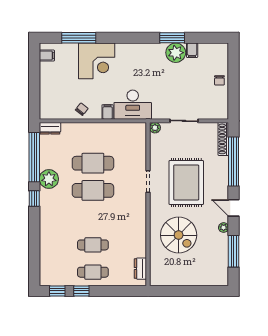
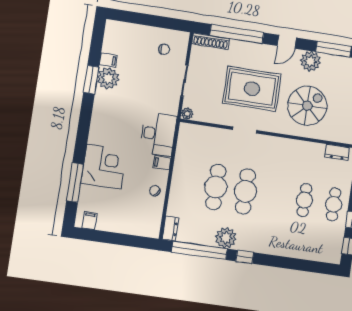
chair: (219, 80) -> (164, 49), moved
plant: (224, 228) -> (310, 61), width x1.88, depth x1.88

